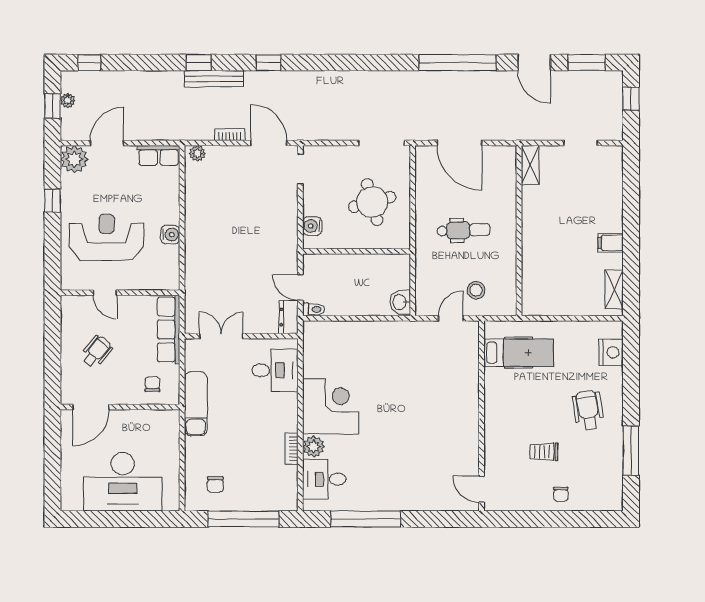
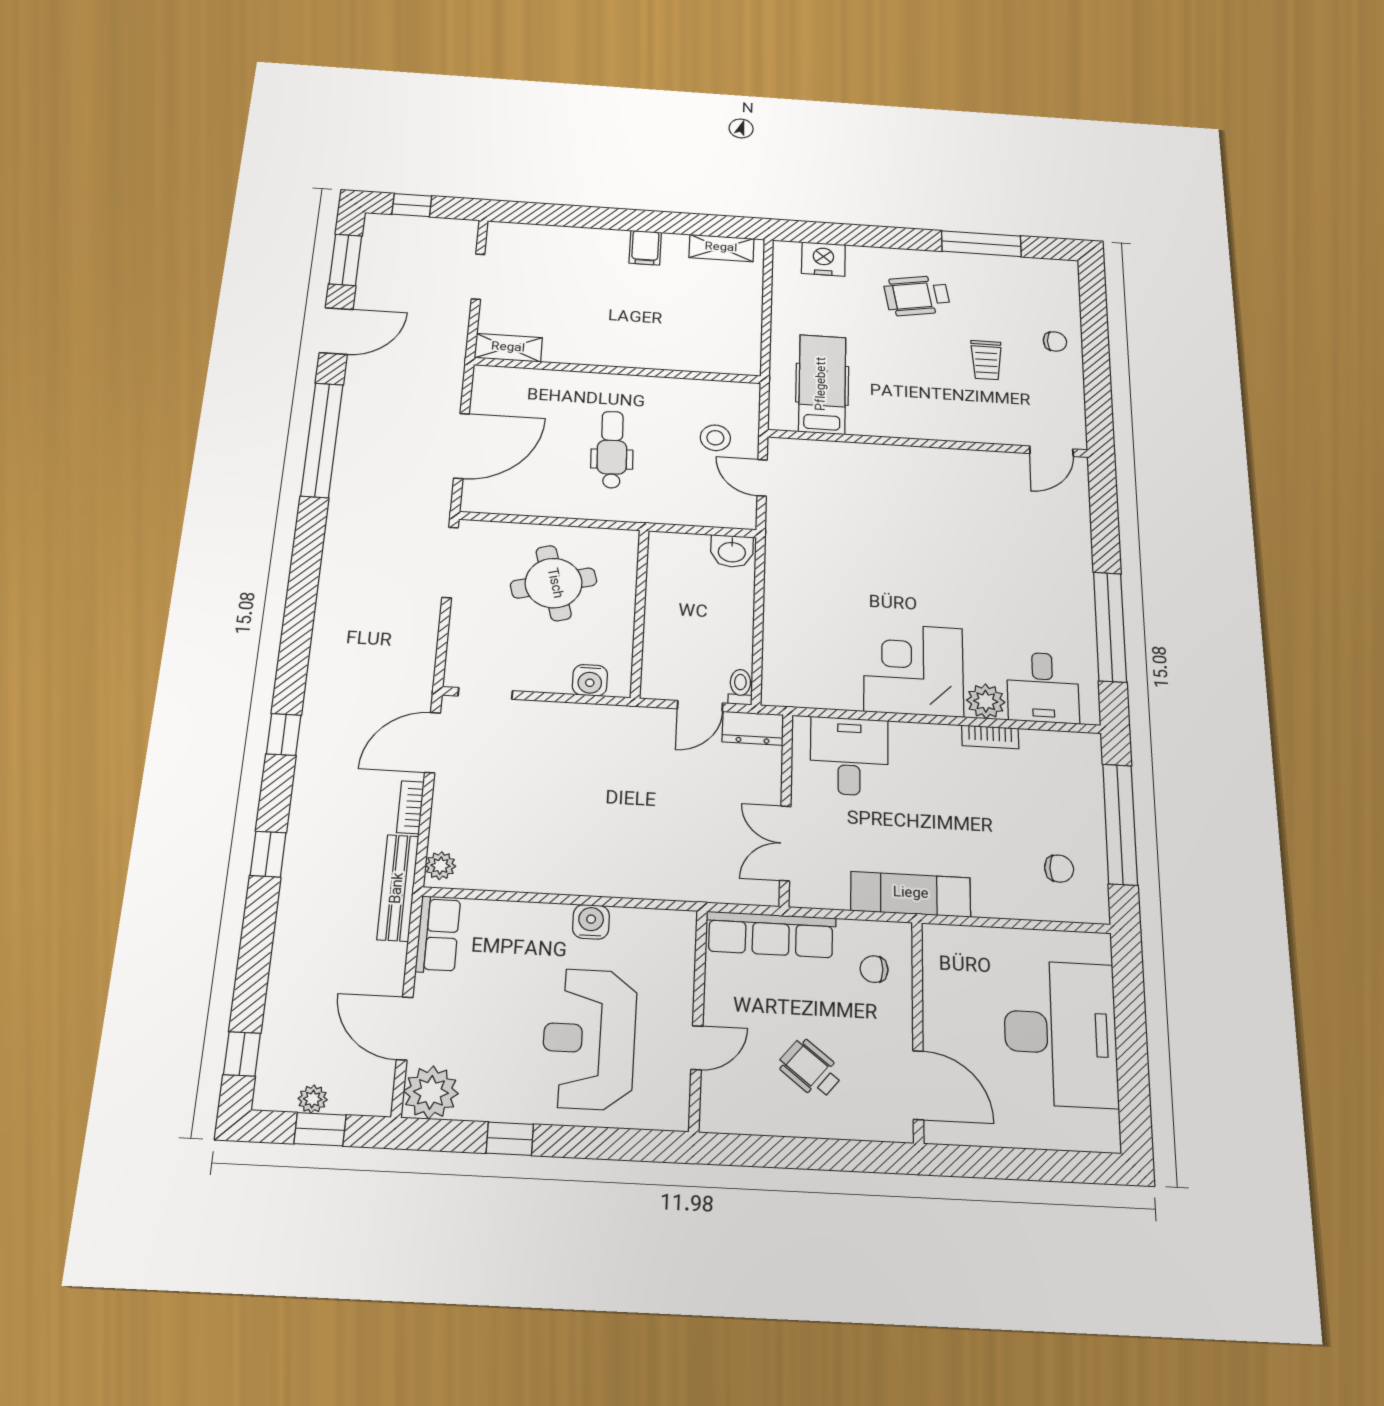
bench: (214, 79) -> (398, 888), moved

